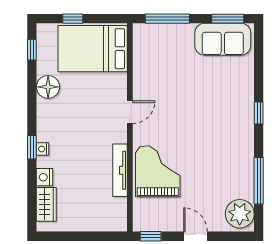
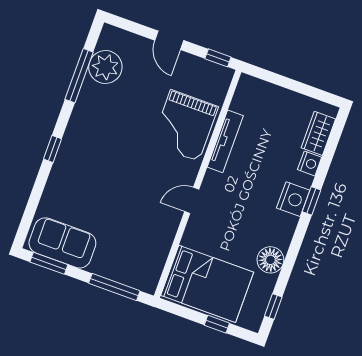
nightstand: (43, 149) -> (293, 199), width x1.89, depth x1.79
plant: (240, 214) -> (105, 67), moved

